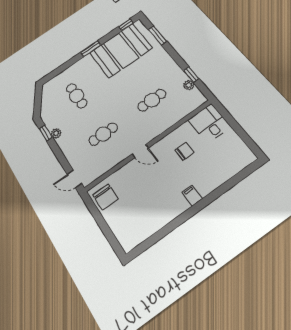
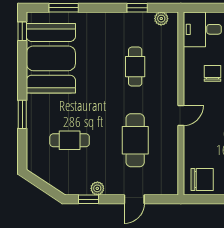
window: (91, 49) -> (22, 114), moved
plant: (189, 85) -> (161, 19), moved
cafe table: (103, 134) -> (135, 140), width x1.37, depth x1.35
door: (74, 179) -> (134, 199), moved

